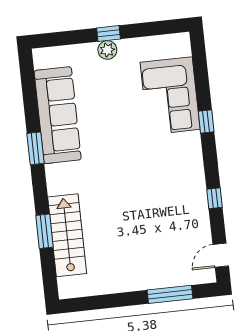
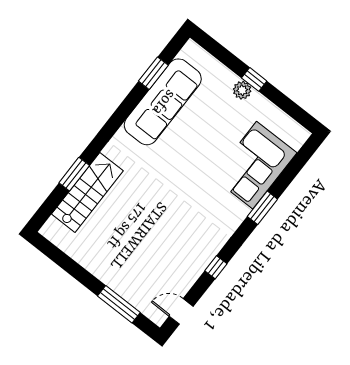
window: (206, 121) -> (262, 208), width x1.50
window: (35, 148) -> (153, 73), moved

